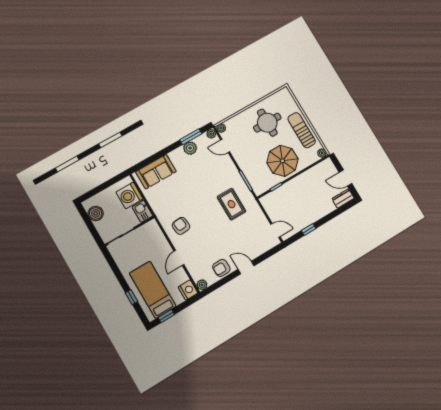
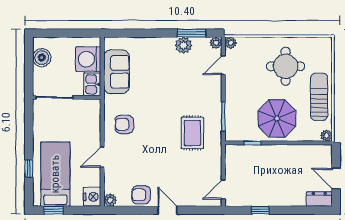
door: (225, 146) -> (223, 65), hinge flipped
sofa: (156, 172) -> (117, 72), moved, turned -90
armchair: (181, 226) -> (124, 124), turned -84
door: (275, 230) -> (223, 190), swing flipped

